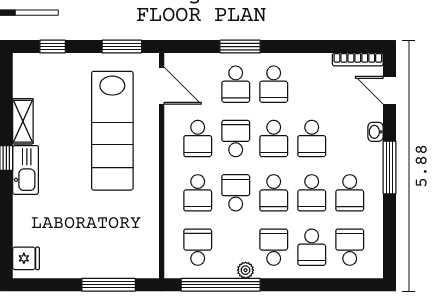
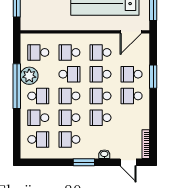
door: (390, 90) -> (128, 162), swing flipped
school desk: (236, 138) -> (100, 74), turned 180
window: (390, 168) -> (84, 162), width x0.69
school desk: (198, 247) -> (38, 52), turned 180
plant: (245, 270) -> (29, 76), width x1.88, depth x1.88
window: (221, 285) -> (17, 86), moved

